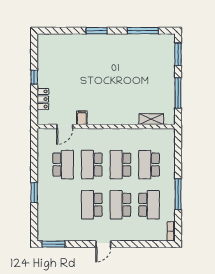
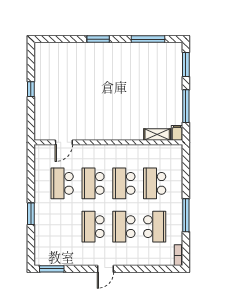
locker: (43, 99) -> (40, 113), removed
filing cabinet: (82, 118) -> (177, 133), moved
school desk: (63, 165) -> (62, 183), turned 180

